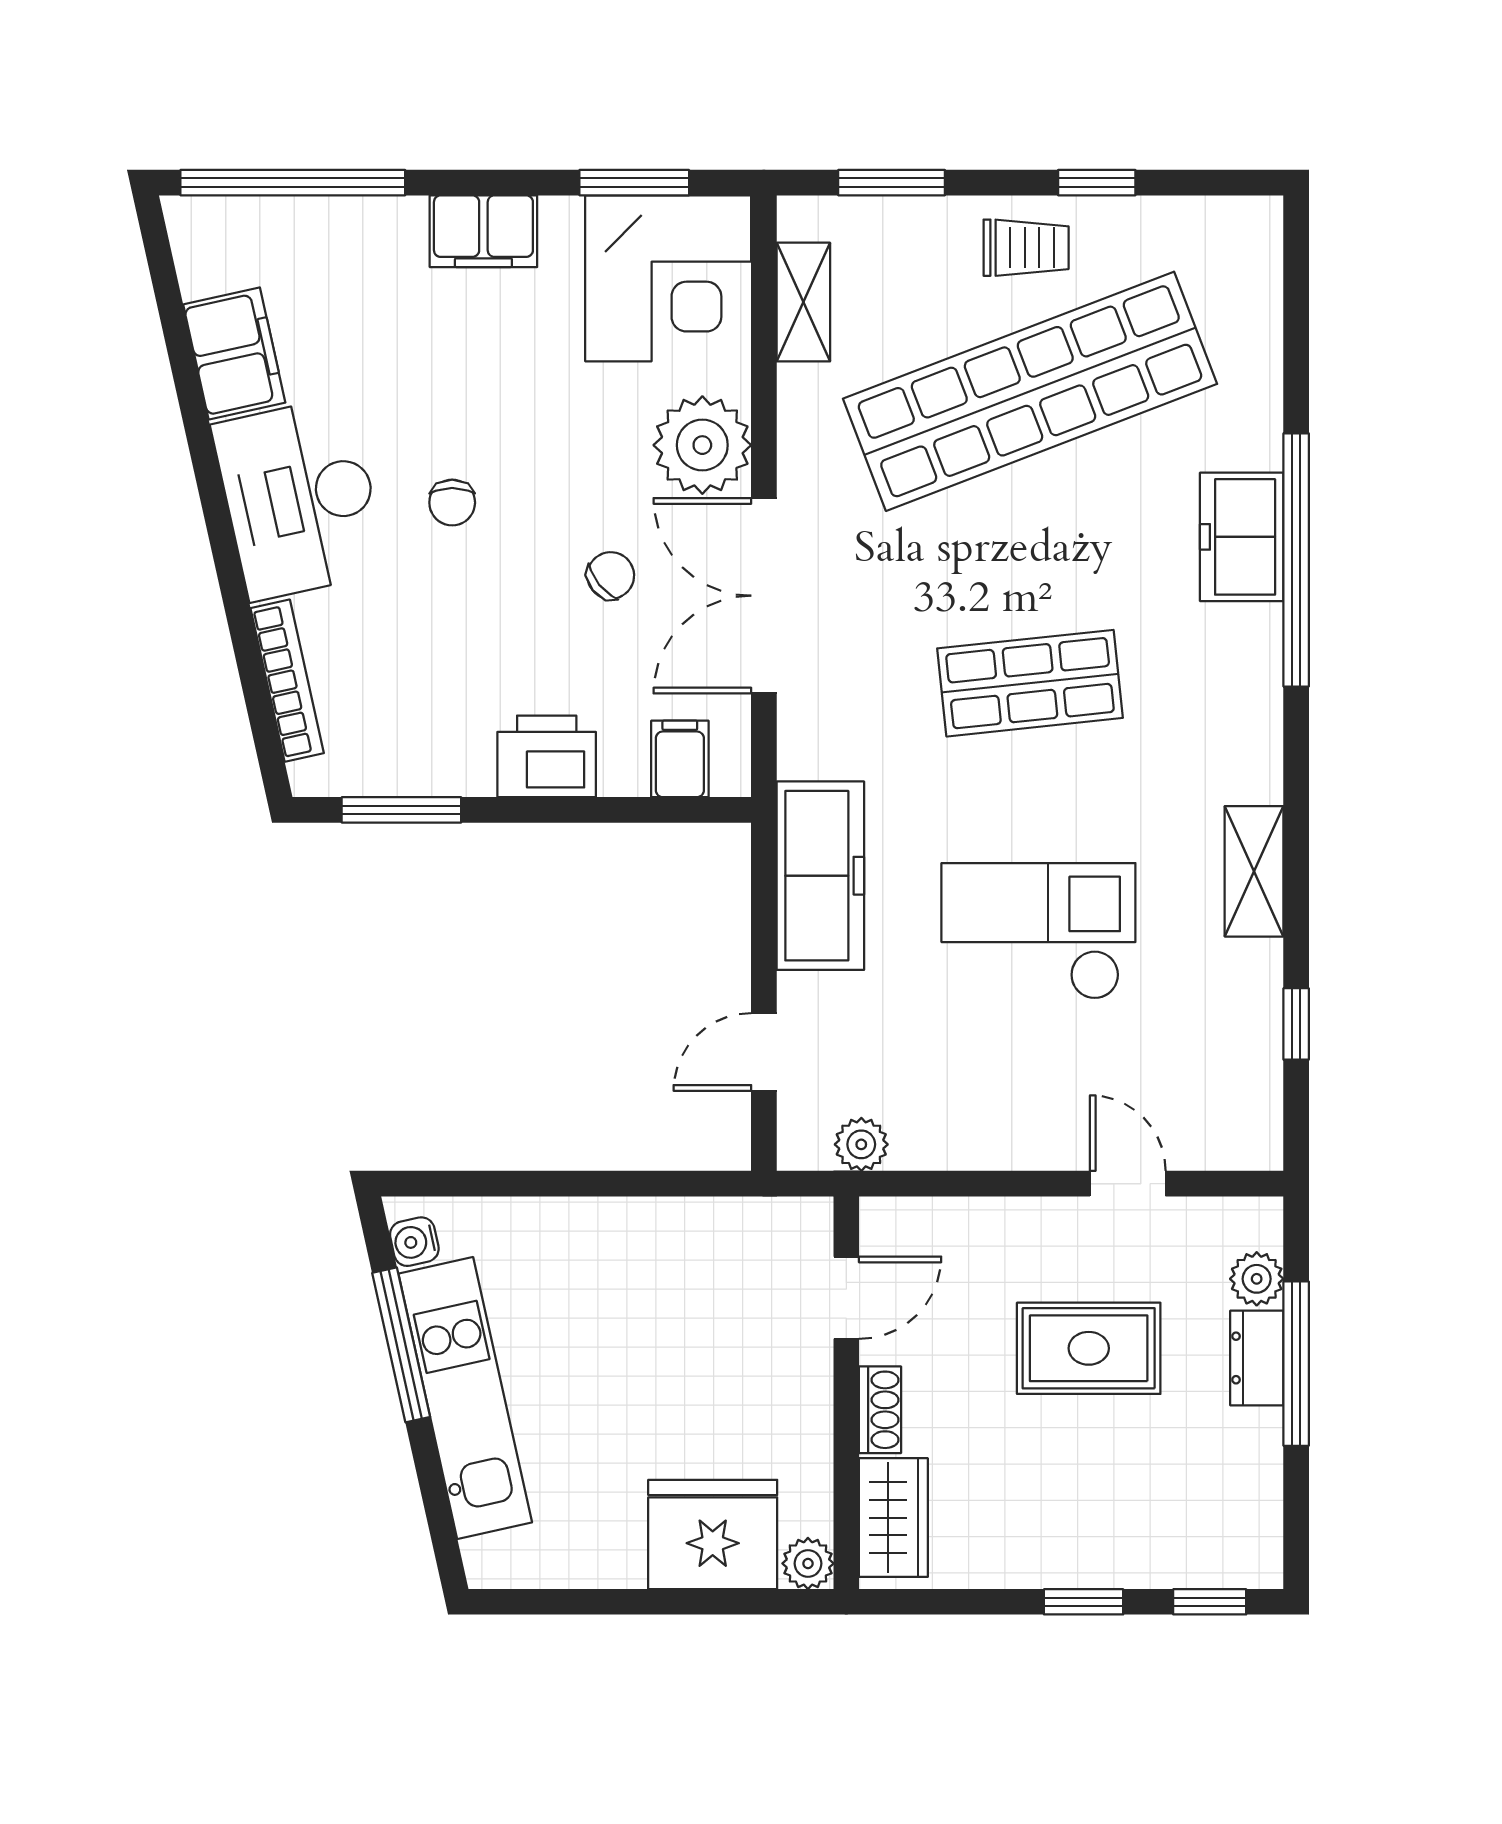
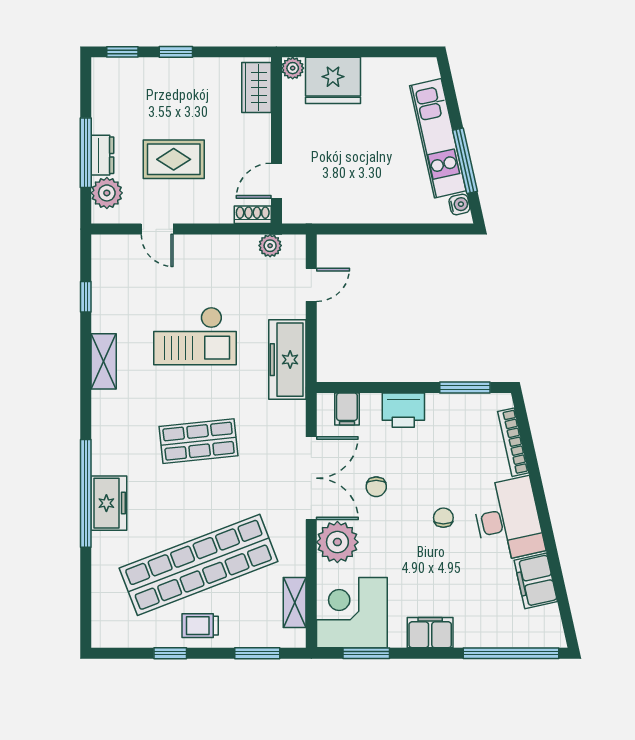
chair: (611, 575) -> (376, 487), turned -51
plant: (1257, 1279) -> (107, 193), width x1.38, depth x1.38
shoe rack: (880, 1410) -> (253, 215), moved, turned 90

